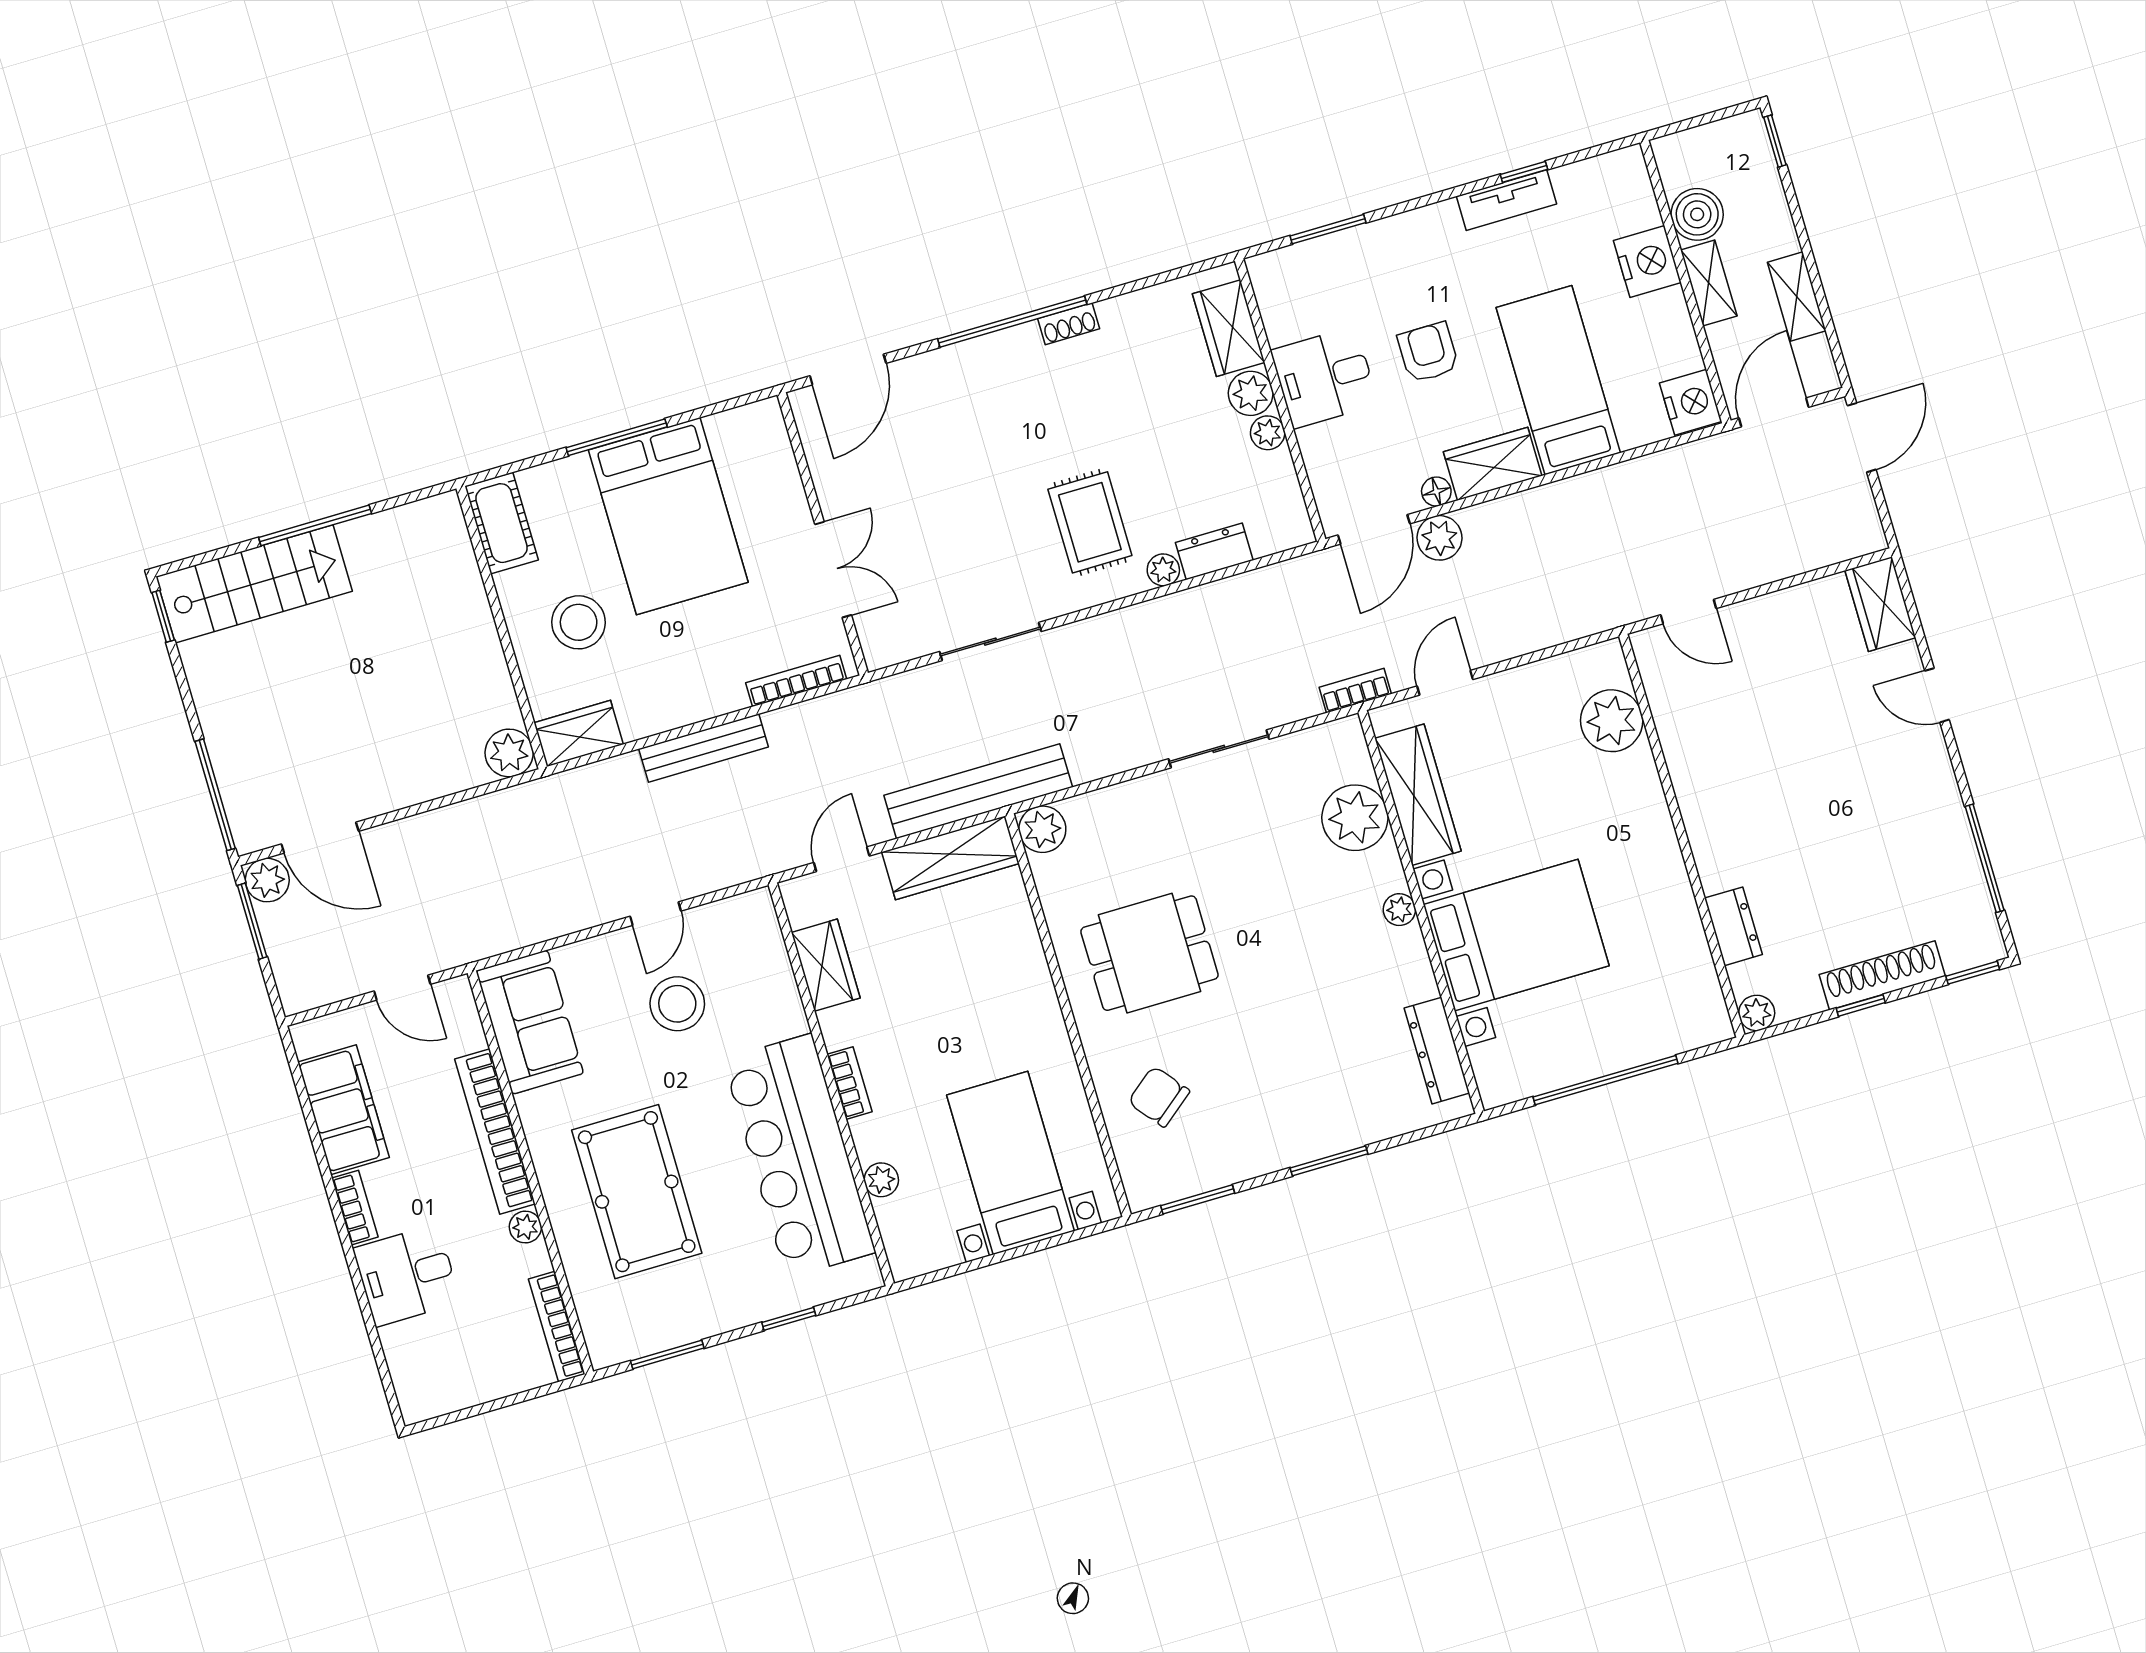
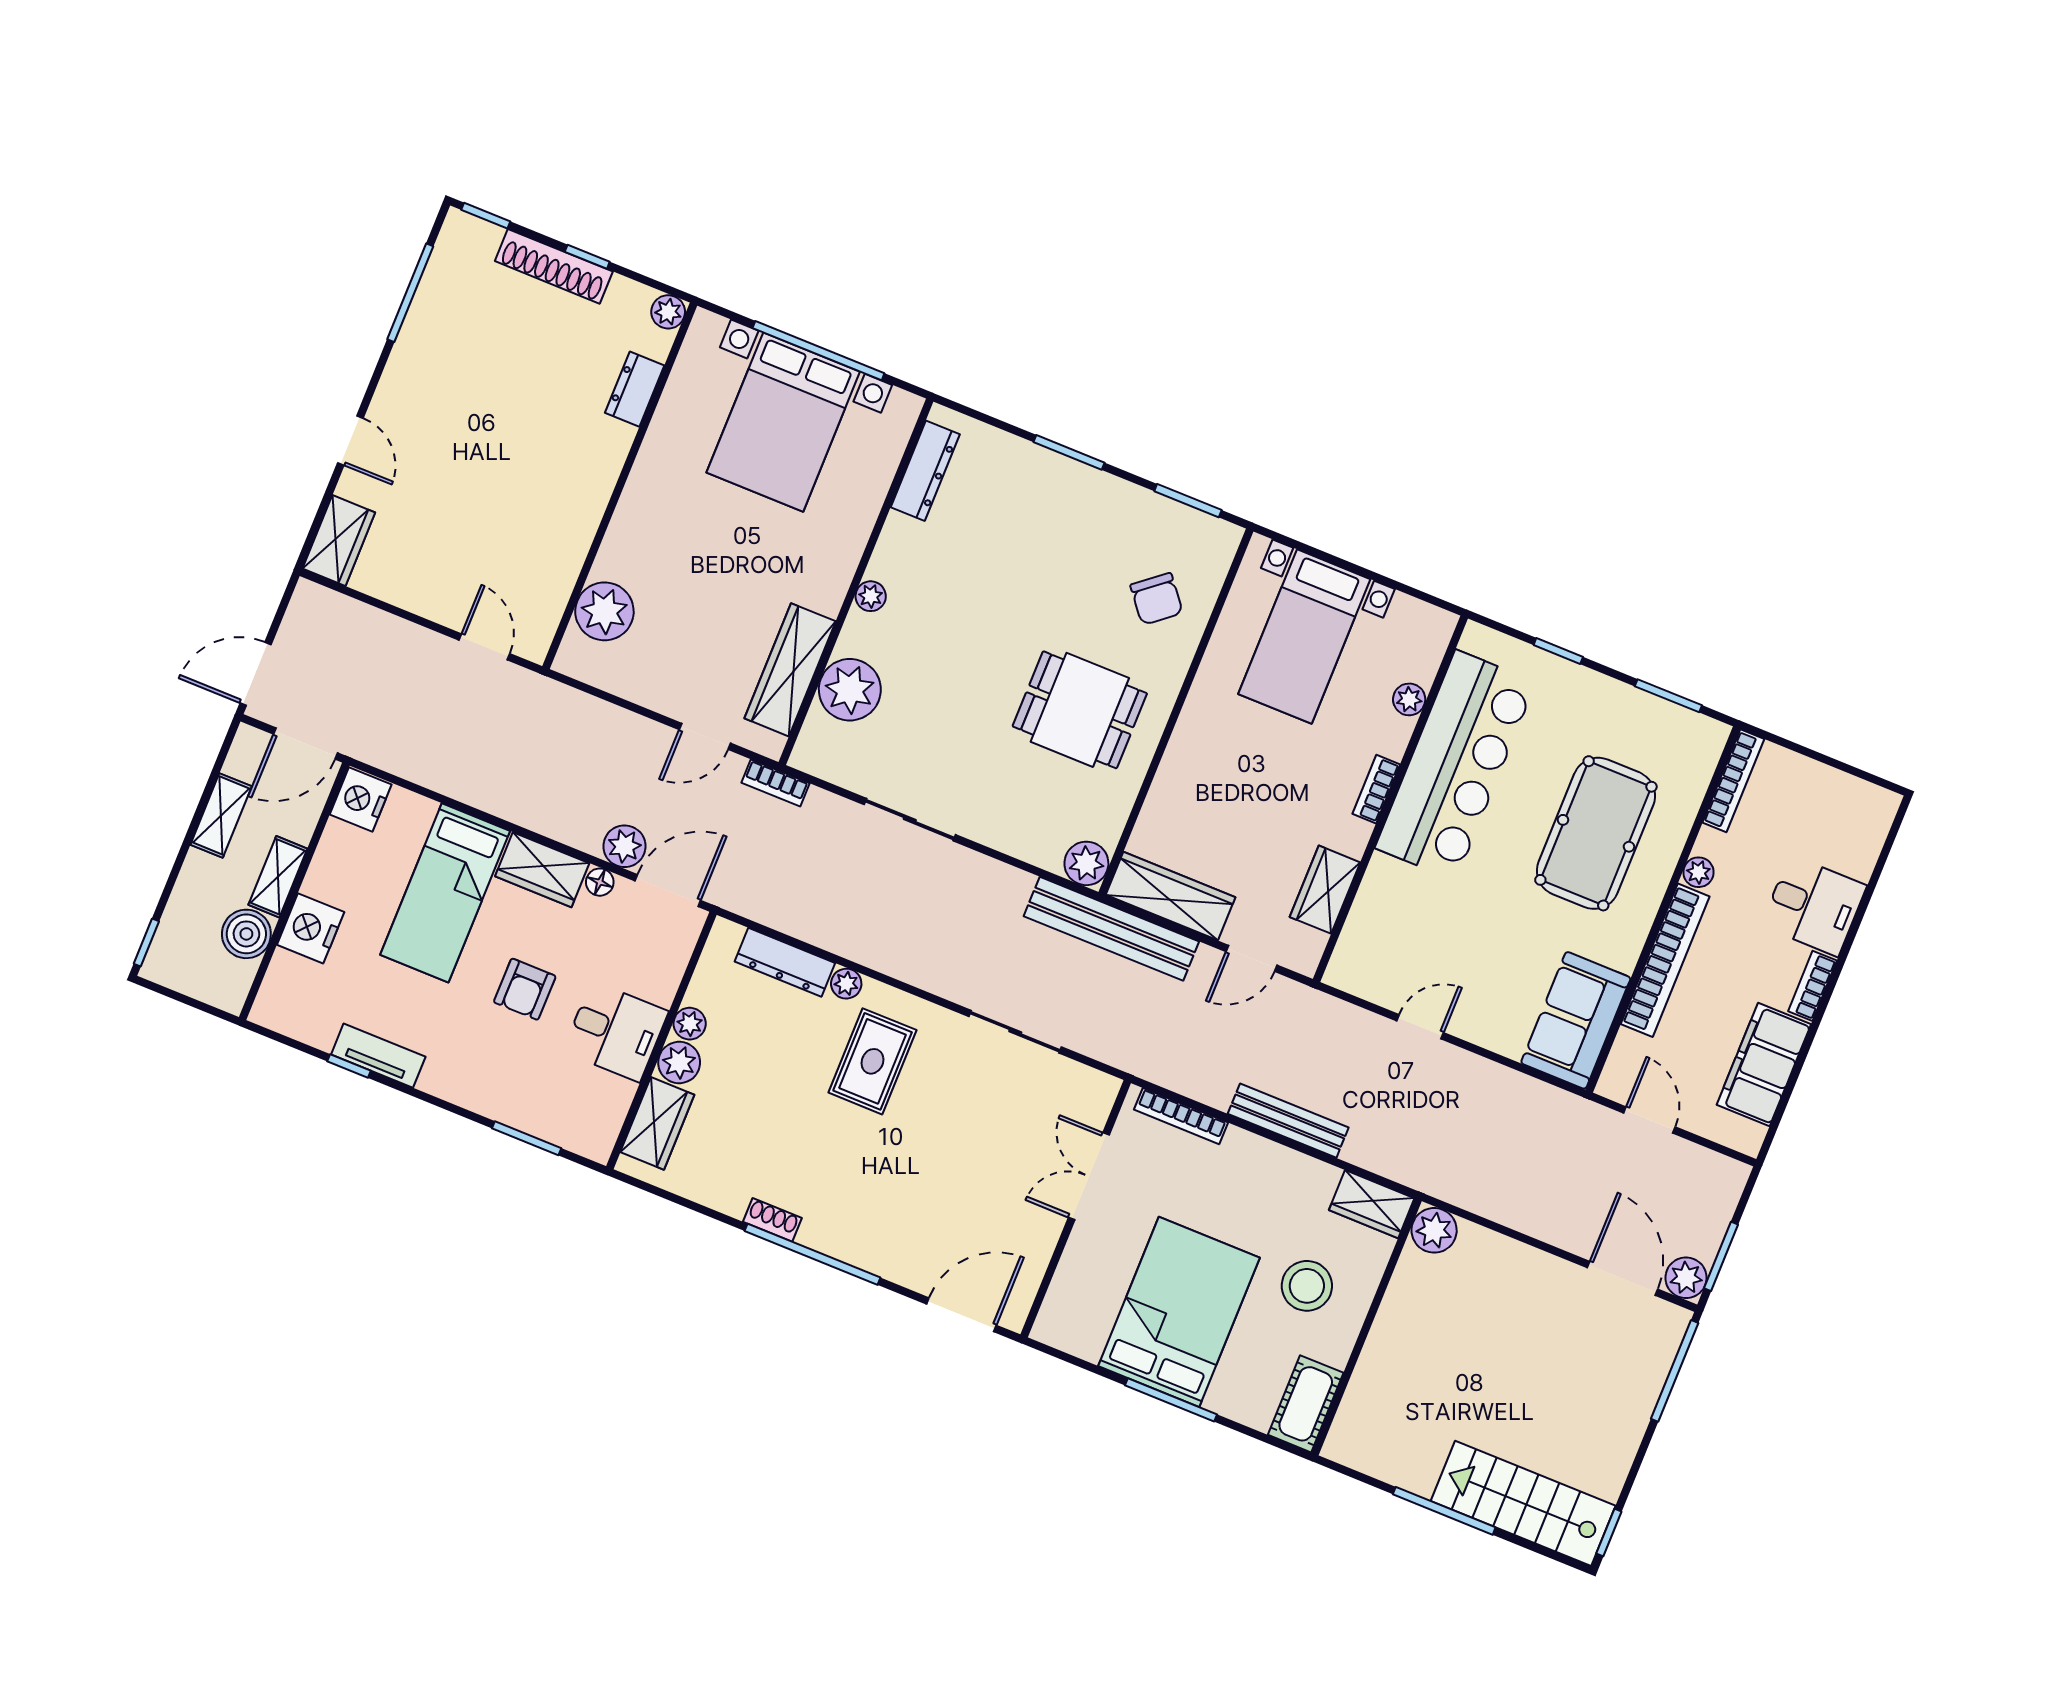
dresser: (1214, 551) -> (785, 962), width x1.44
bed with nightstands: (1516, 935) -> (783, 422), moved, turned -90
stool: (677, 1004) -> (1457, 948), removed

